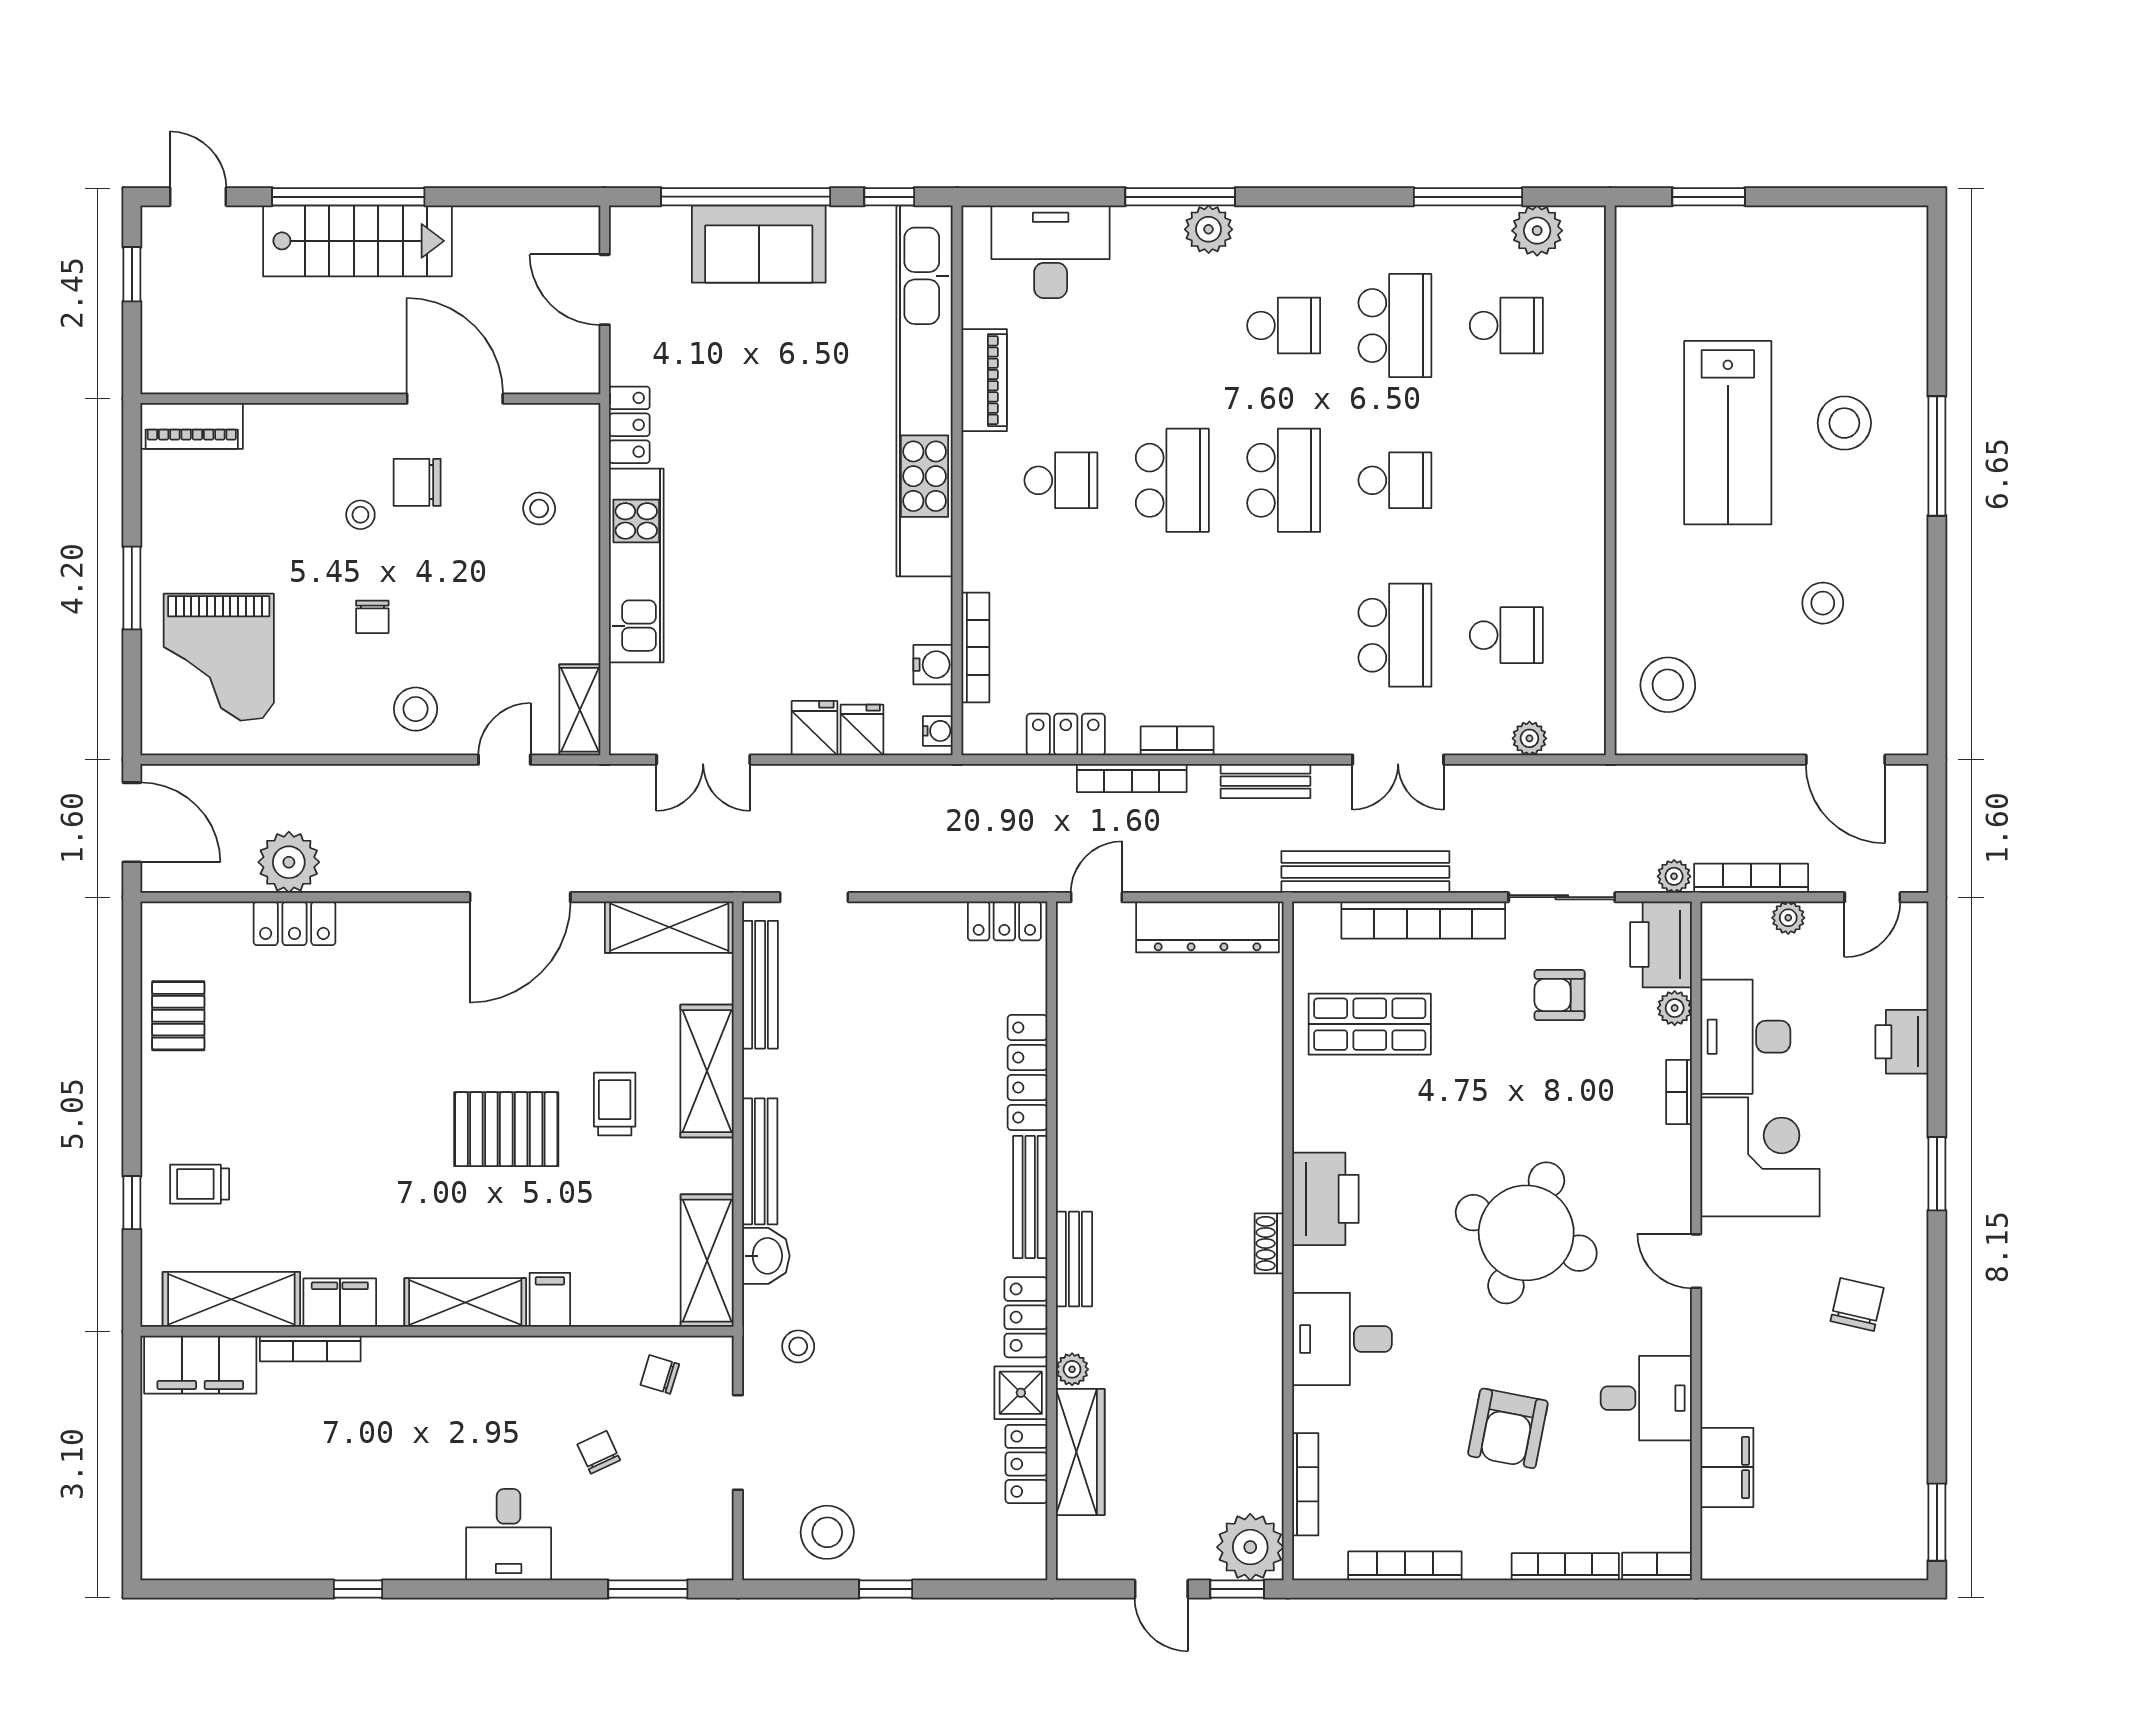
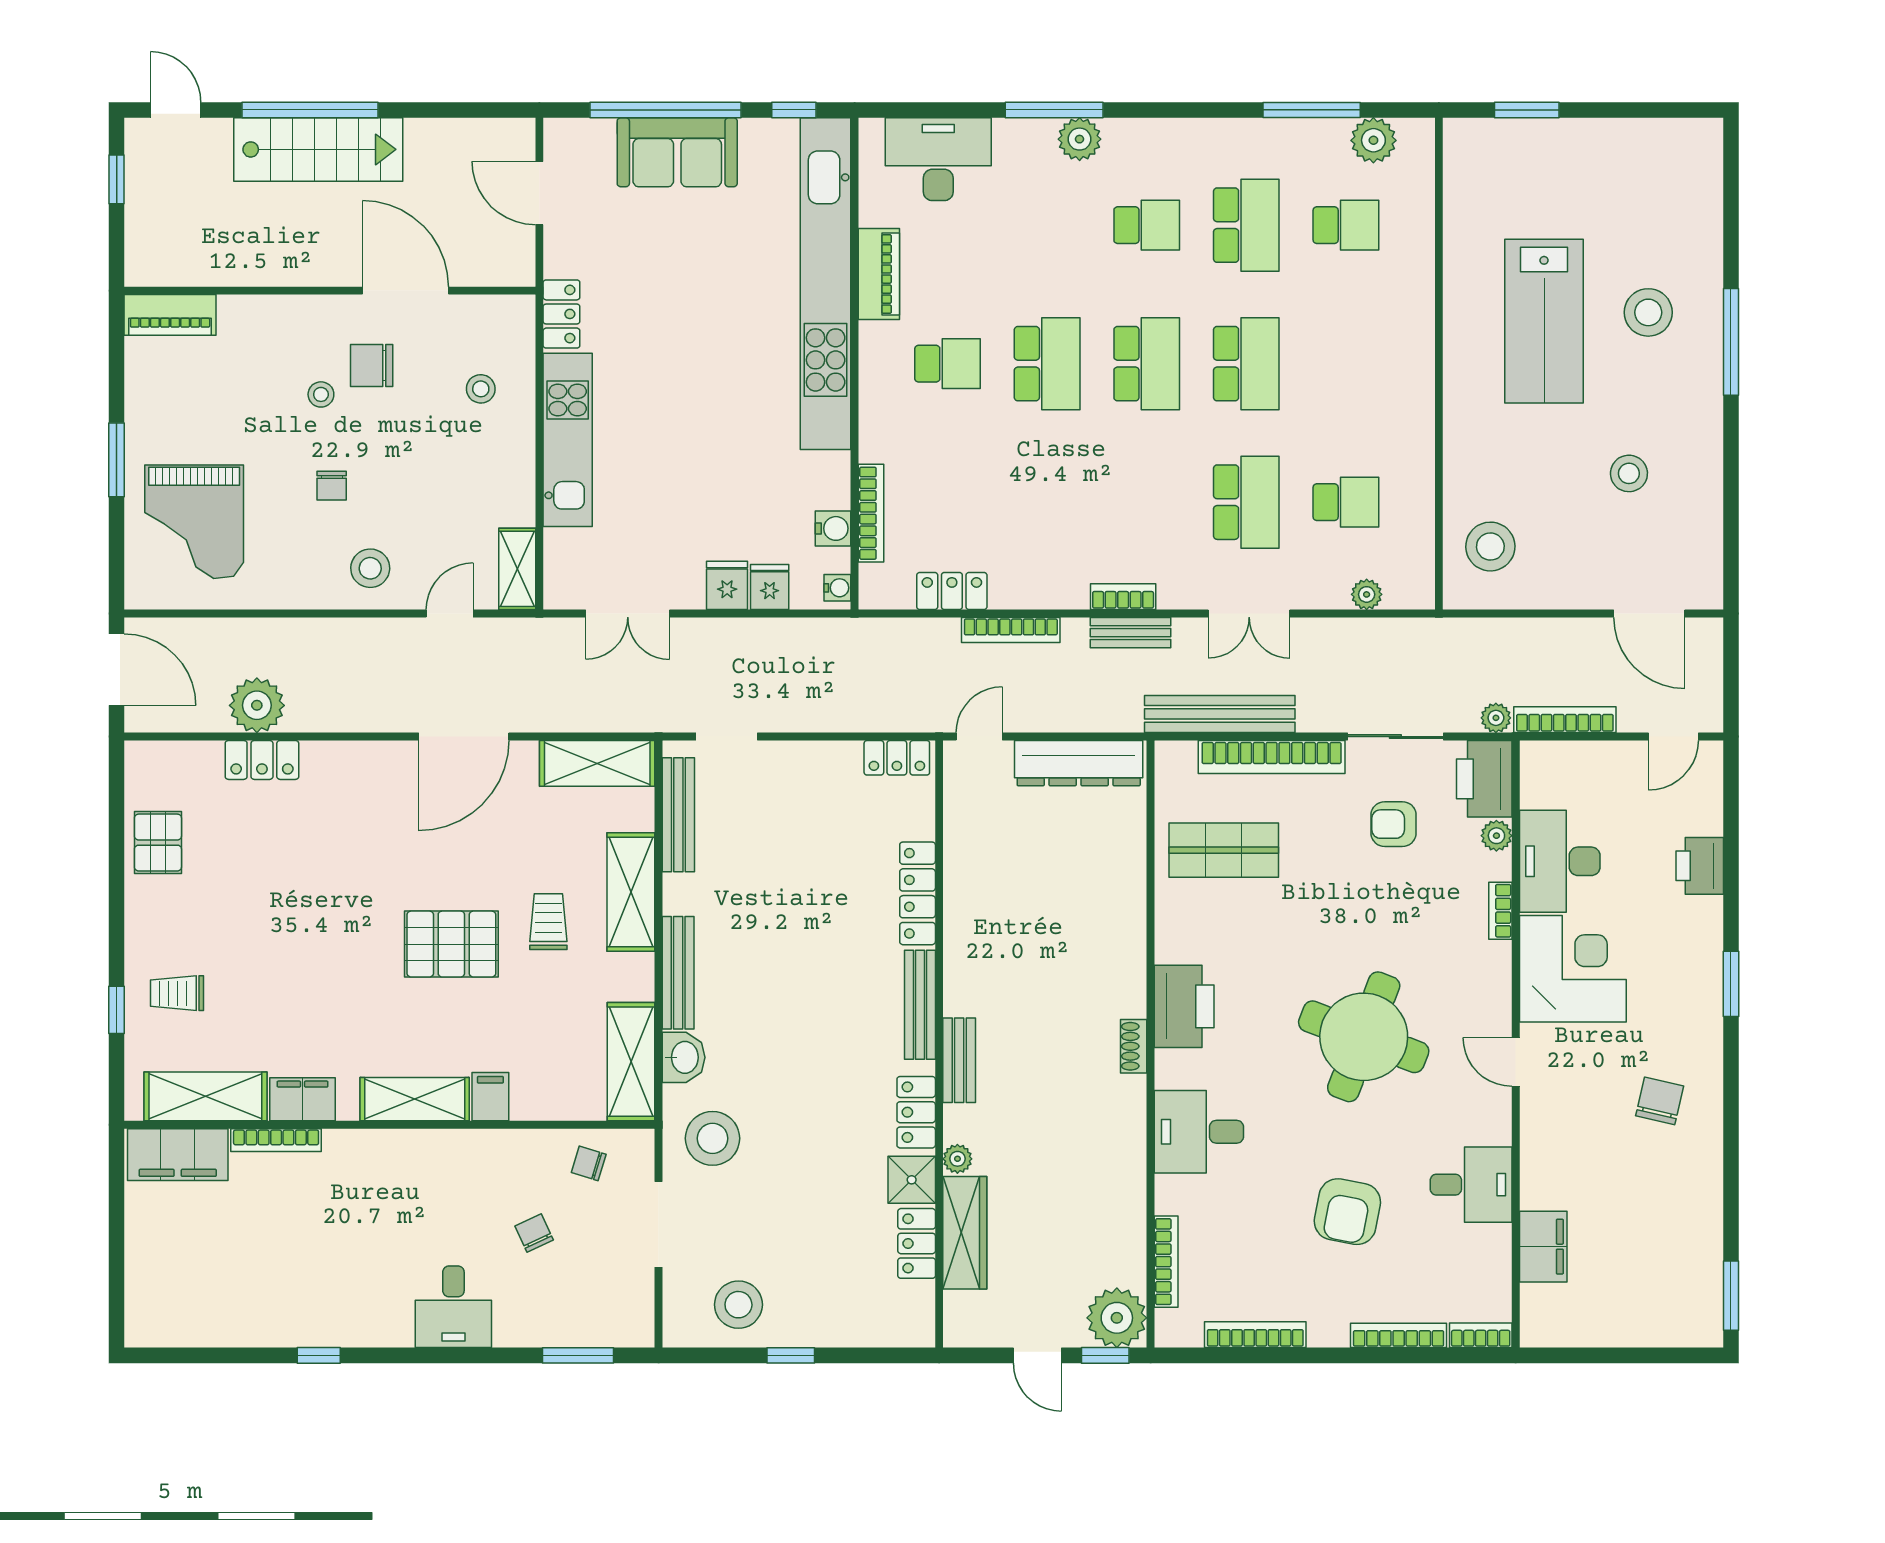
school desk: (1395, 480) -> (1246, 364), width x1.85
bookcase: (1177, 741) -> (1123, 597), moved
plant: (1788, 918) -> (1598, 755), removed
stool: (798, 1346) -> (713, 1138), width x1.89, depth x1.89

